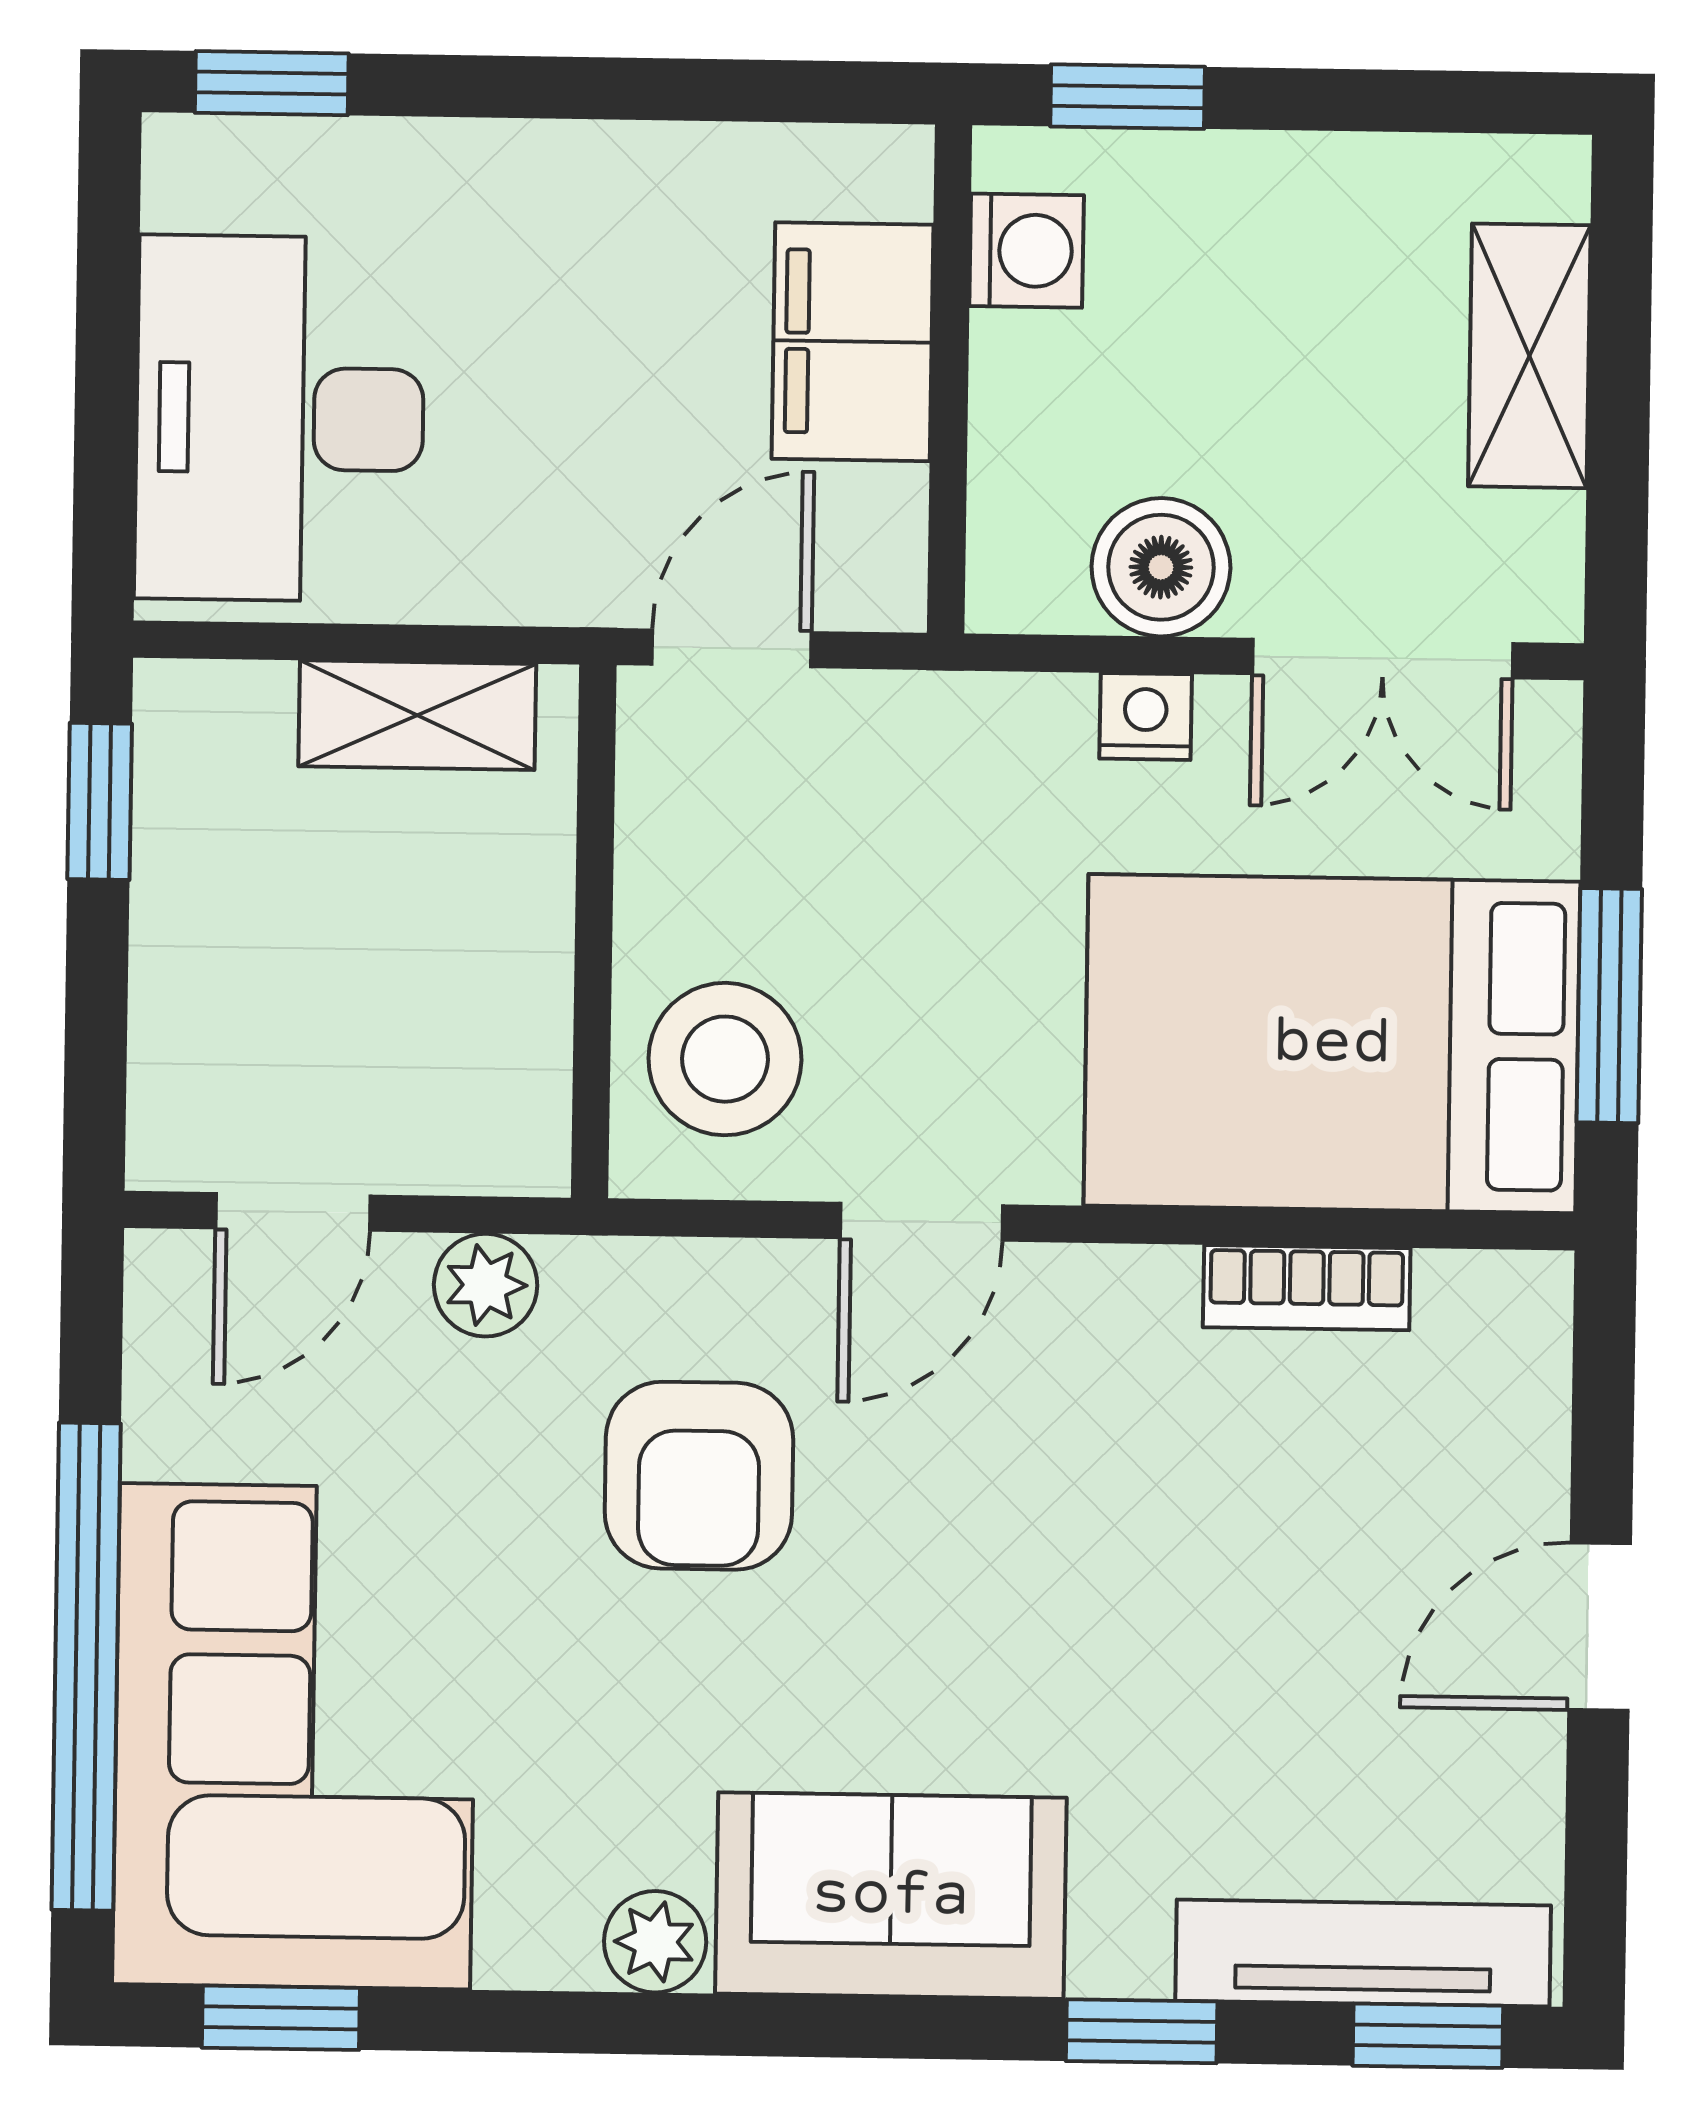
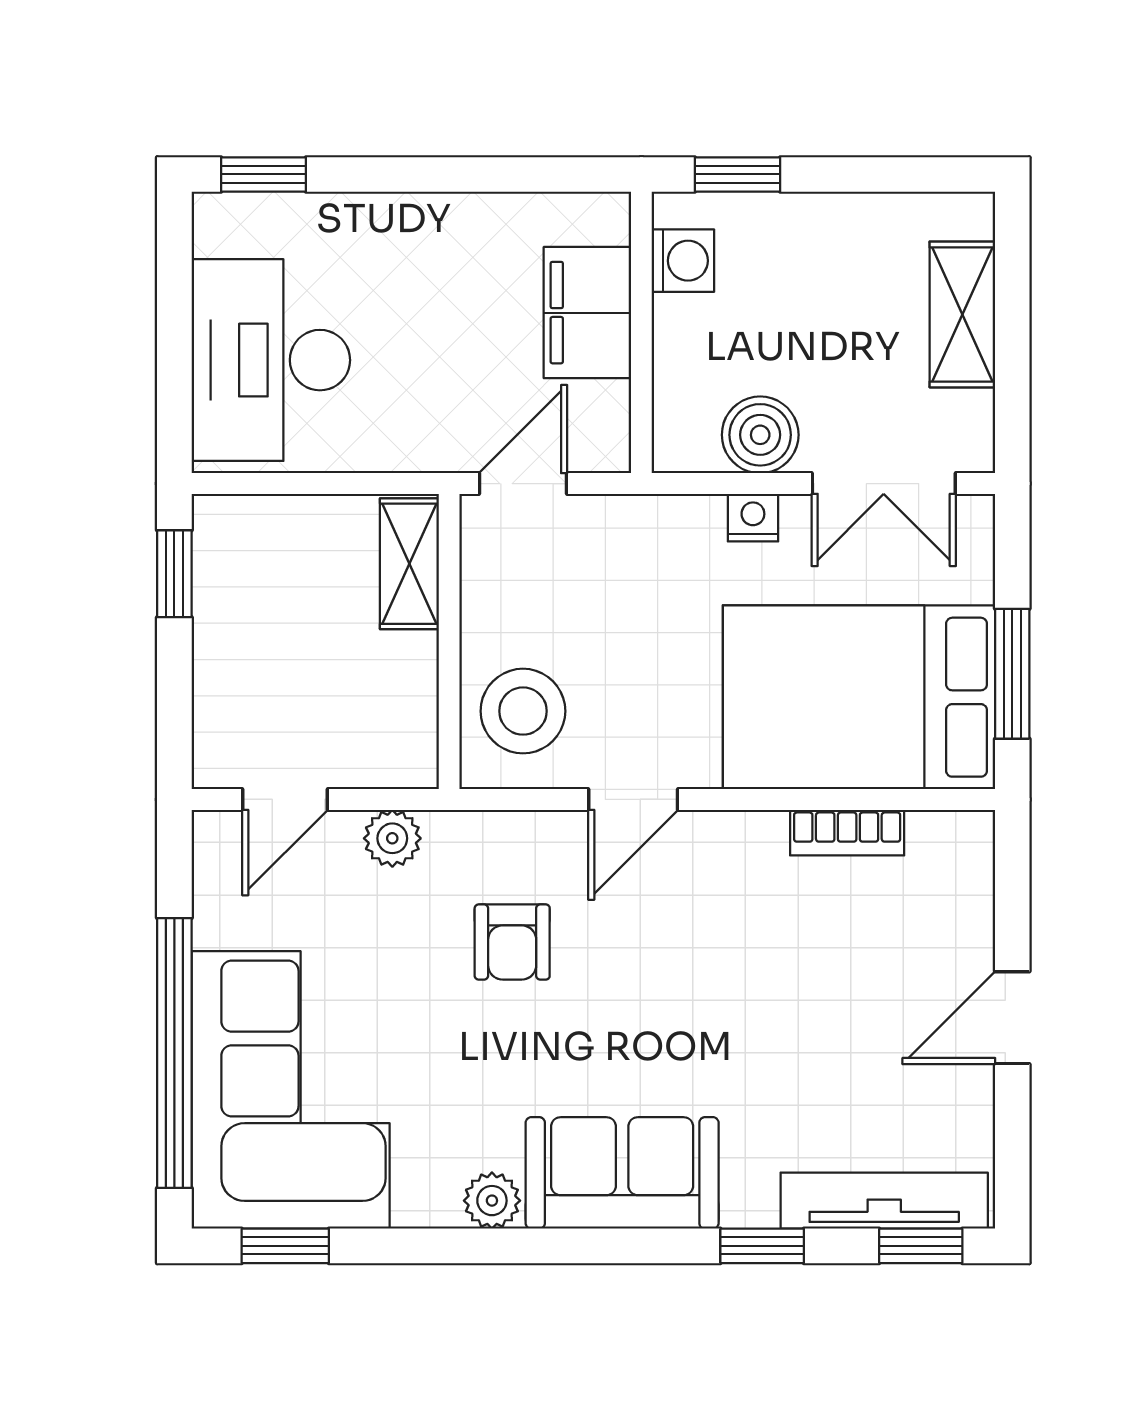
shelving: (417, 715) -> (409, 564), moved, turned 90
armchair: (699, 1476) -> (512, 942), width x0.72, depth x0.72

